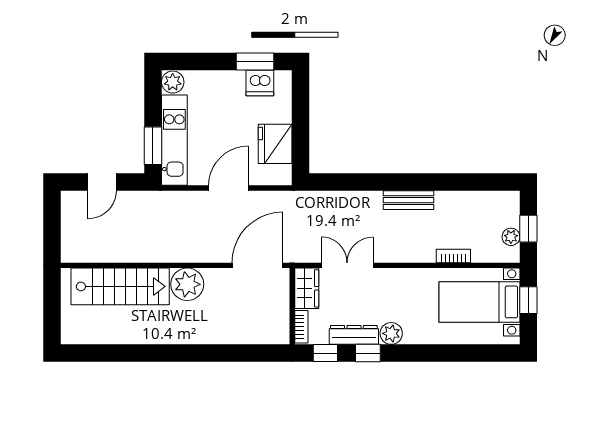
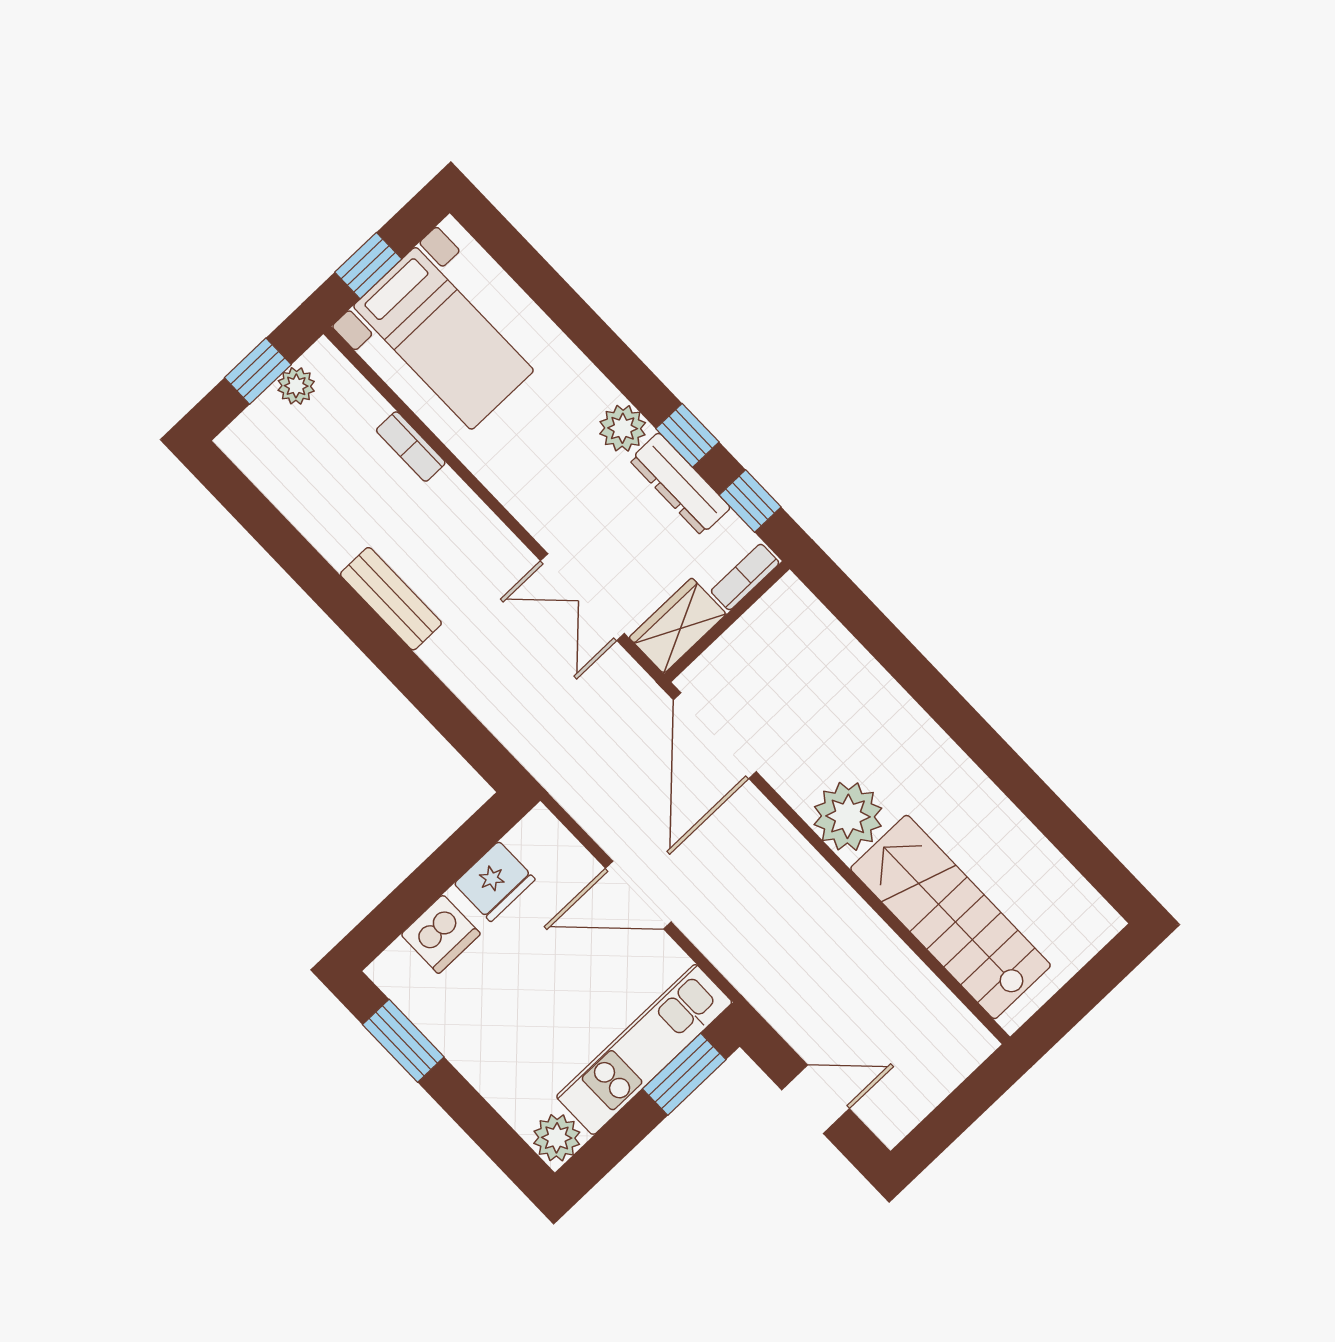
dishwasher: (260, 83) -> (441, 934), moved, turned 90
fridge: (275, 144) -> (495, 882), width x0.73, depth x0.75
door: (258, 265) -> (715, 736), hinge flipped

